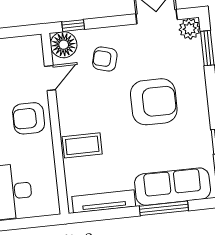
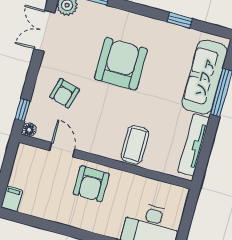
floor lamp: (64, 45) -> (29, 130), width x0.53, depth x0.53

